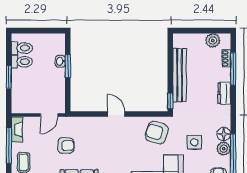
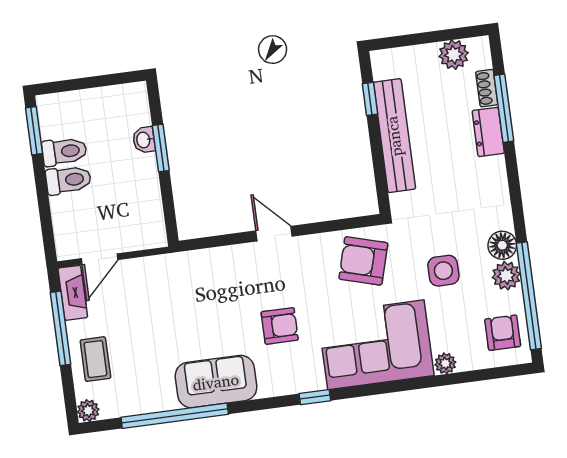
toilet: (22, 48) -> (68, 180), moved
window: (9, 77) -> (34, 131), moved
dresser: (224, 93) -> (488, 132), moved
window: (170, 101) -> (370, 99), moved
door: (49, 115) -> (100, 259), moved
armchair: (66, 146) -> (280, 326), moved

